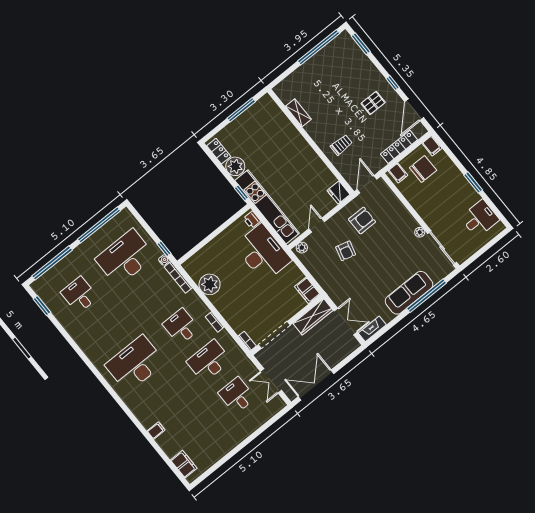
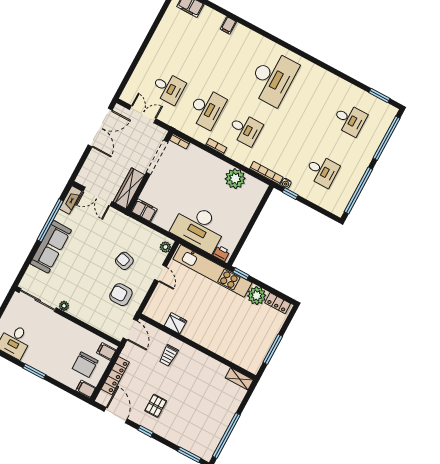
shelving: (298, 113) -> (239, 379), moved
fridge: (339, 192) -> (175, 323), moved
armchair: (362, 221) -> (121, 295), turned 90
desk: (125, 258) -> (322, 171), width x0.53, depth x0.77
window: (427, 296) -> (50, 220), moved

